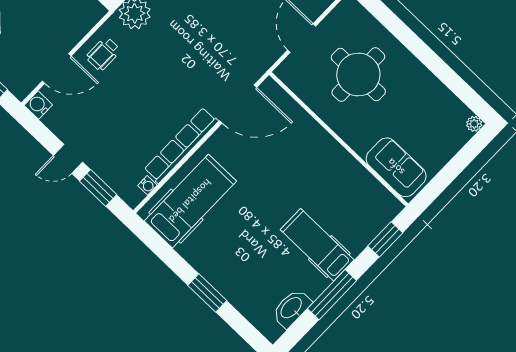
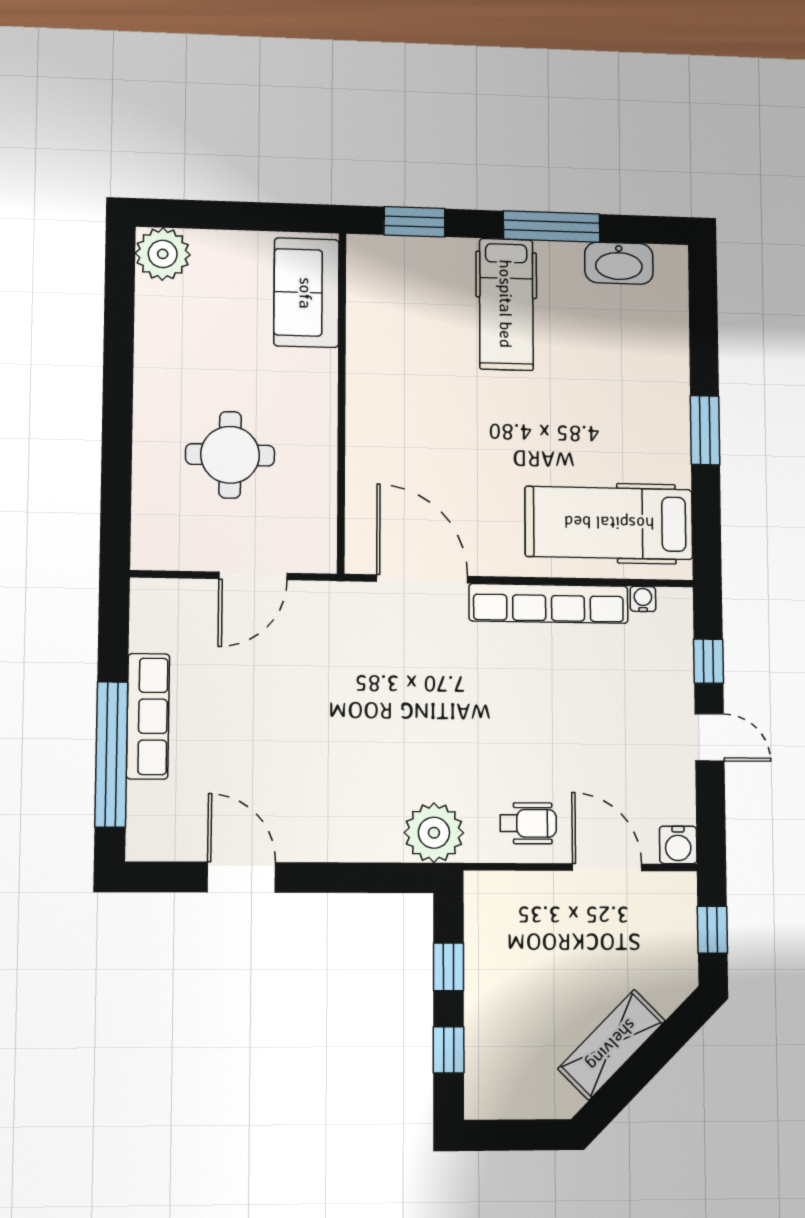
round table: (358, 75) -> (230, 455), width x0.73, depth x0.73
plant: (474, 124) -> (163, 254), width x1.88, depth x1.88
window: (98, 188) -> (708, 661), width x0.67
window: (207, 293) -> (705, 430), moved

